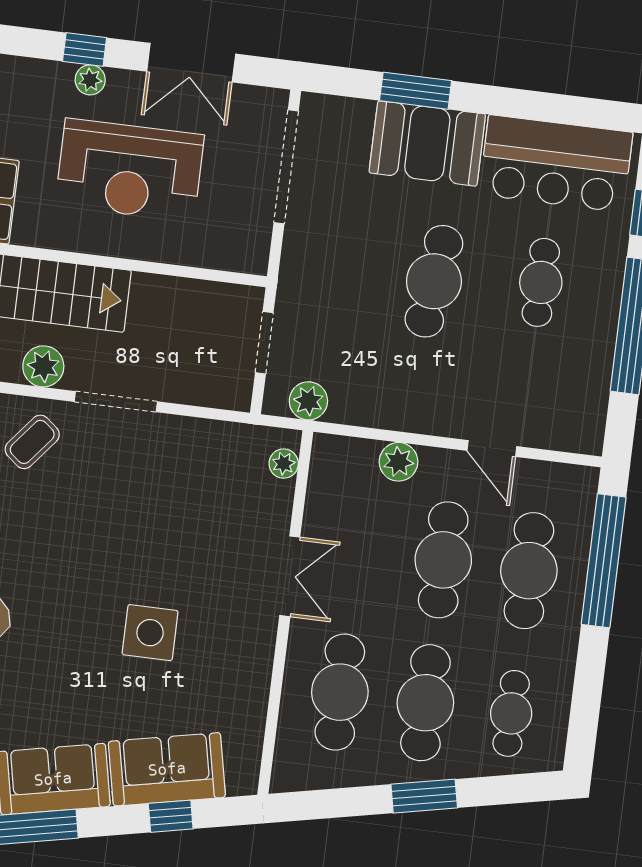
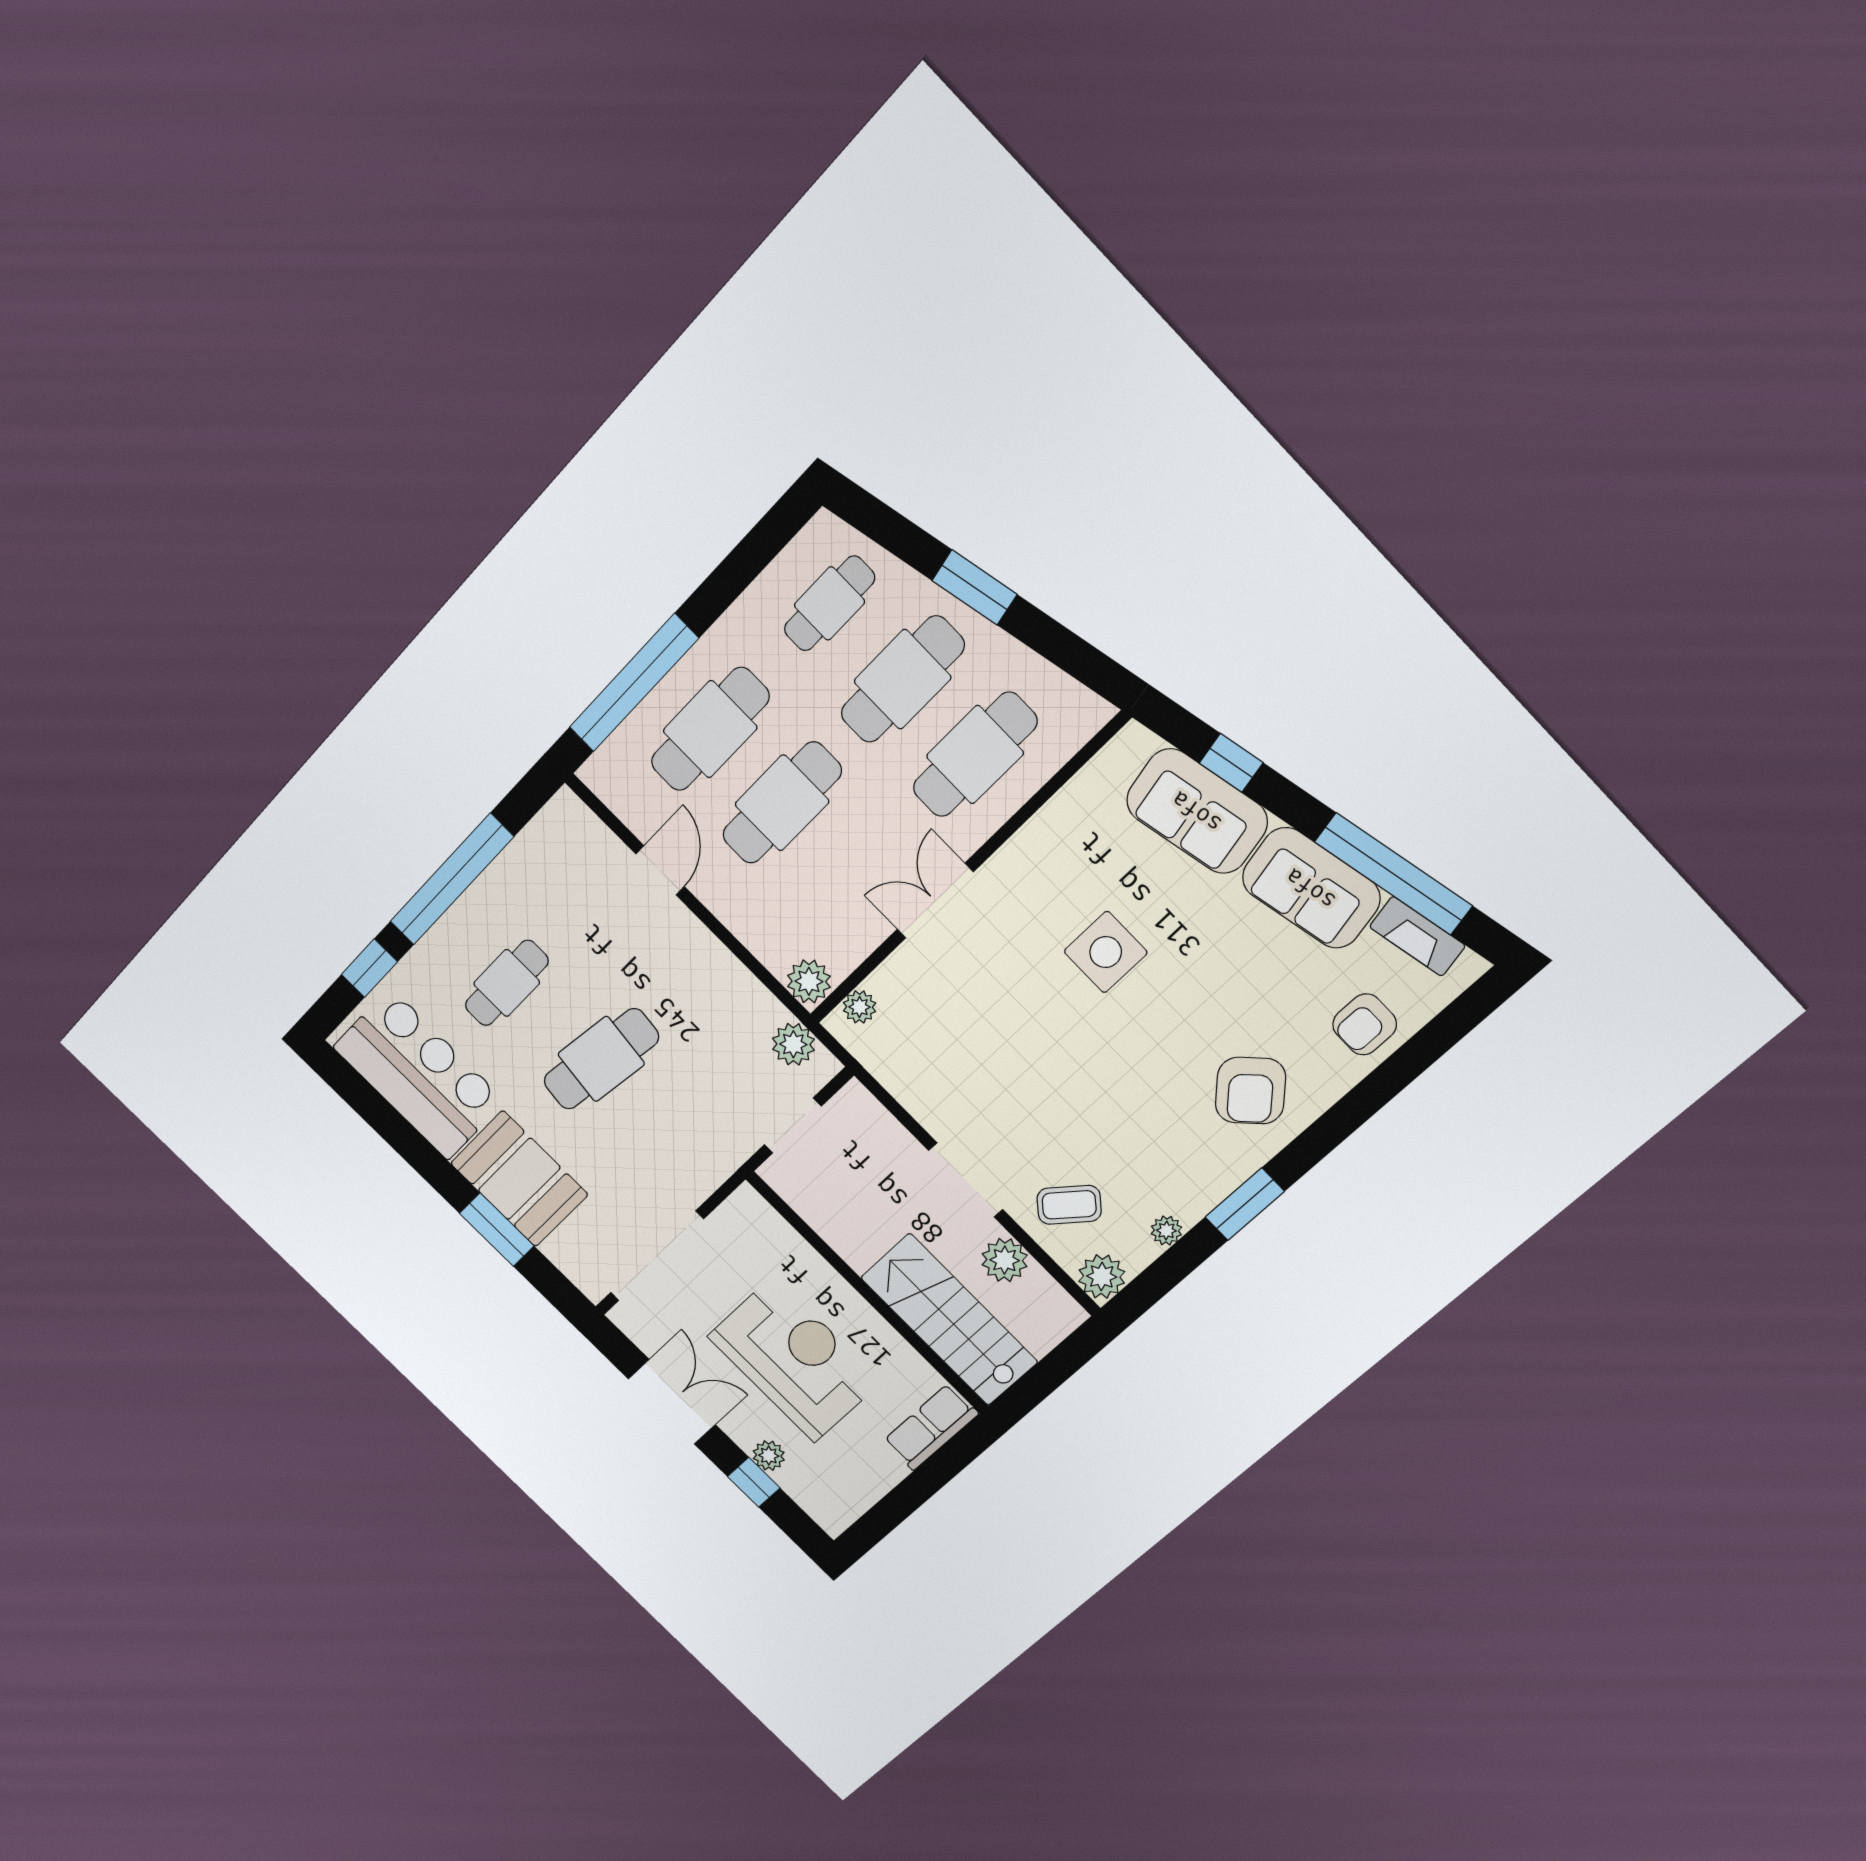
plant: (398, 462) -> (809, 981), moved

